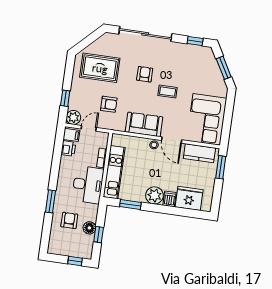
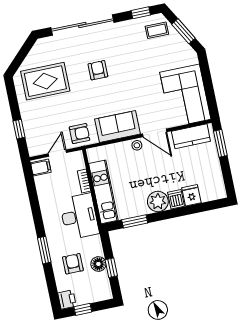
coffee table: (168, 92) -> (157, 30), moved
armchair: (109, 104) -> (80, 134), moved
plant: (73, 117) -> (36, 147), removed
printer: (68, 148) -> (67, 300), moved
fridge: (189, 198) -> (191, 195), width x0.53, depth x0.75
window: (75, 261) -> (83, 309), moved

